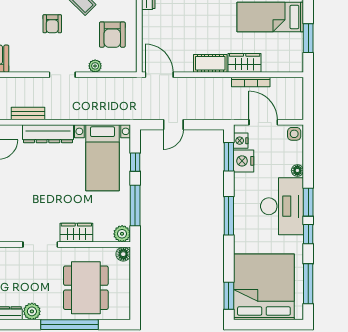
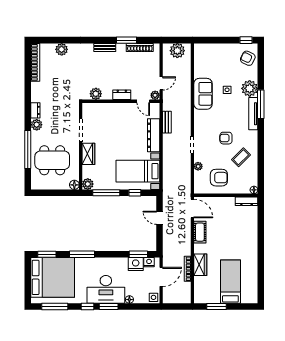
armchair: (112, 35) -> (219, 178), turned 180
cot: (210, 63) -> (200, 232), moved
door: (159, 75) -> (192, 208), hinge flipped
window: (229, 216) -> (82, 254), moved

